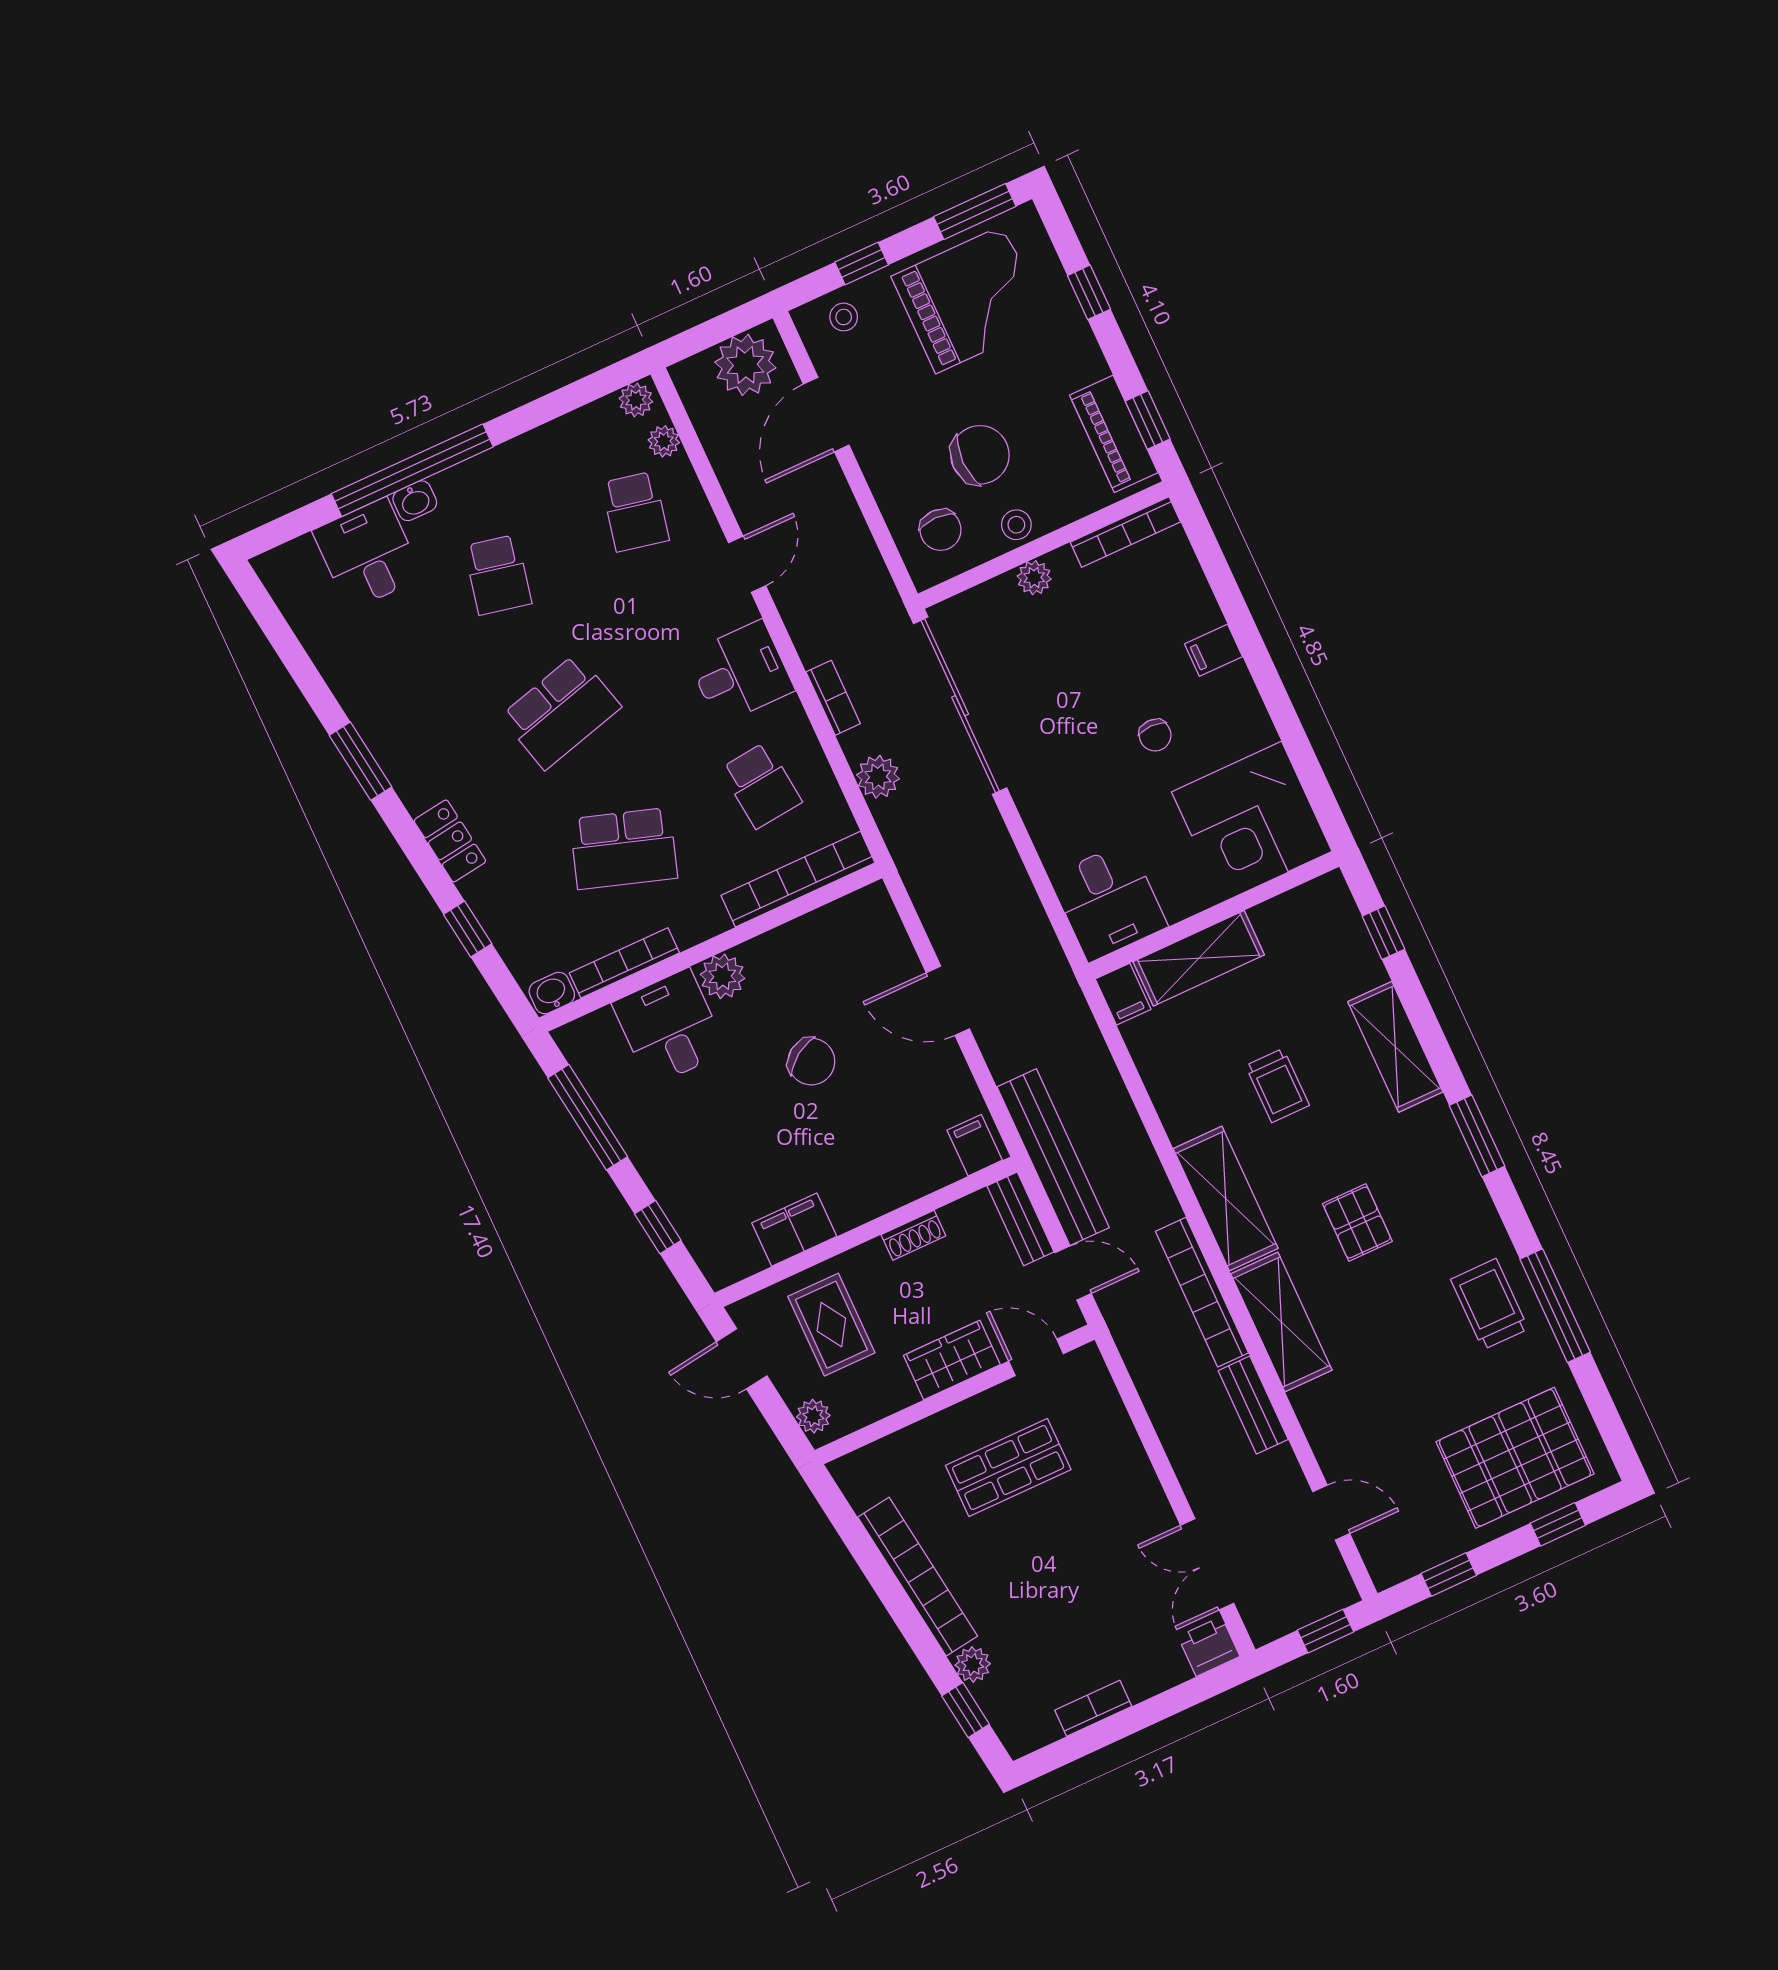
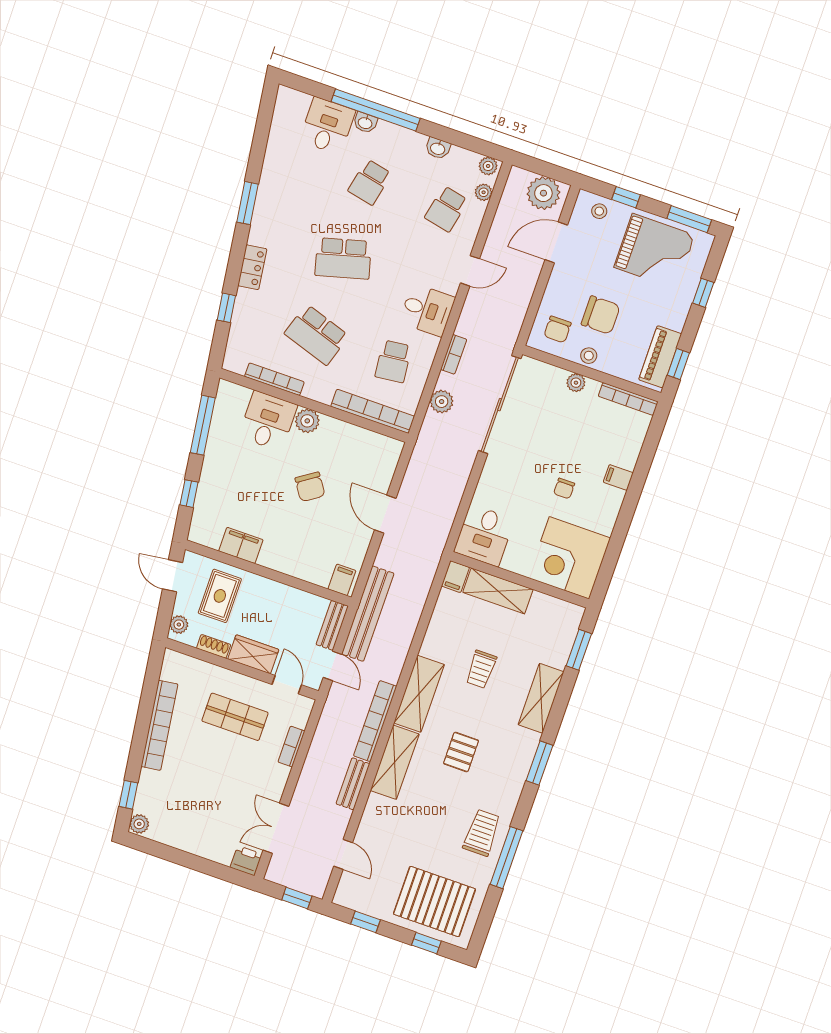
window: (1383, 933) -> (579, 650), width x1.50
washbasin: (552, 993) -> (438, 148), moved, turned 180
shoe rack: (913, 1235) -> (214, 646), moved, turned 180
plant: (973, 1664) -> (139, 824), moved
bookcase: (1093, 1708) -> (291, 747), moved, turned -90

